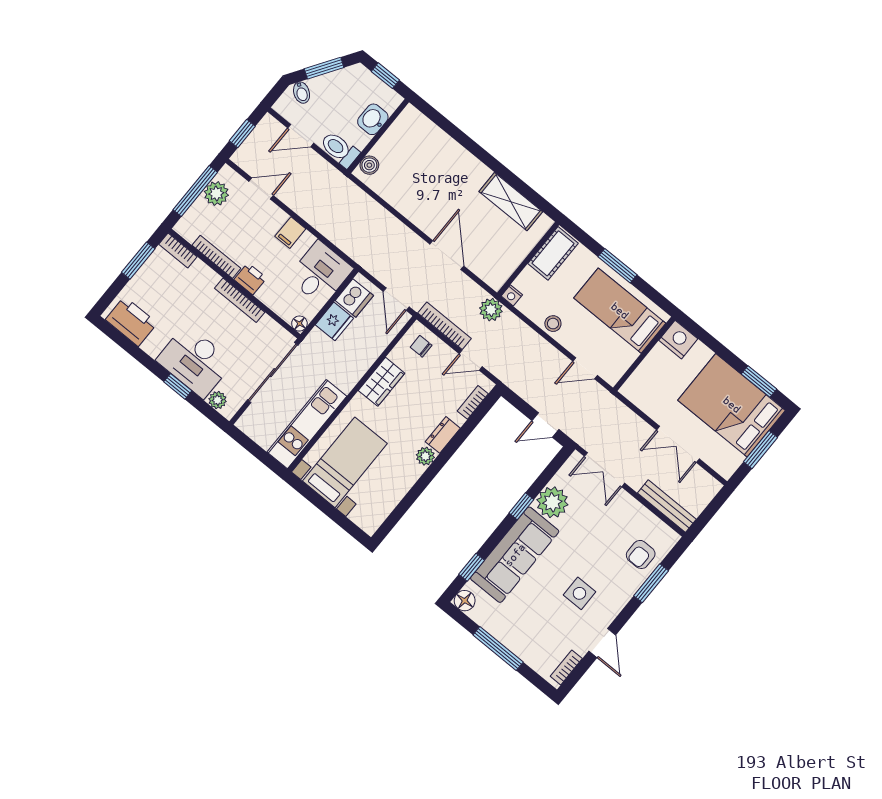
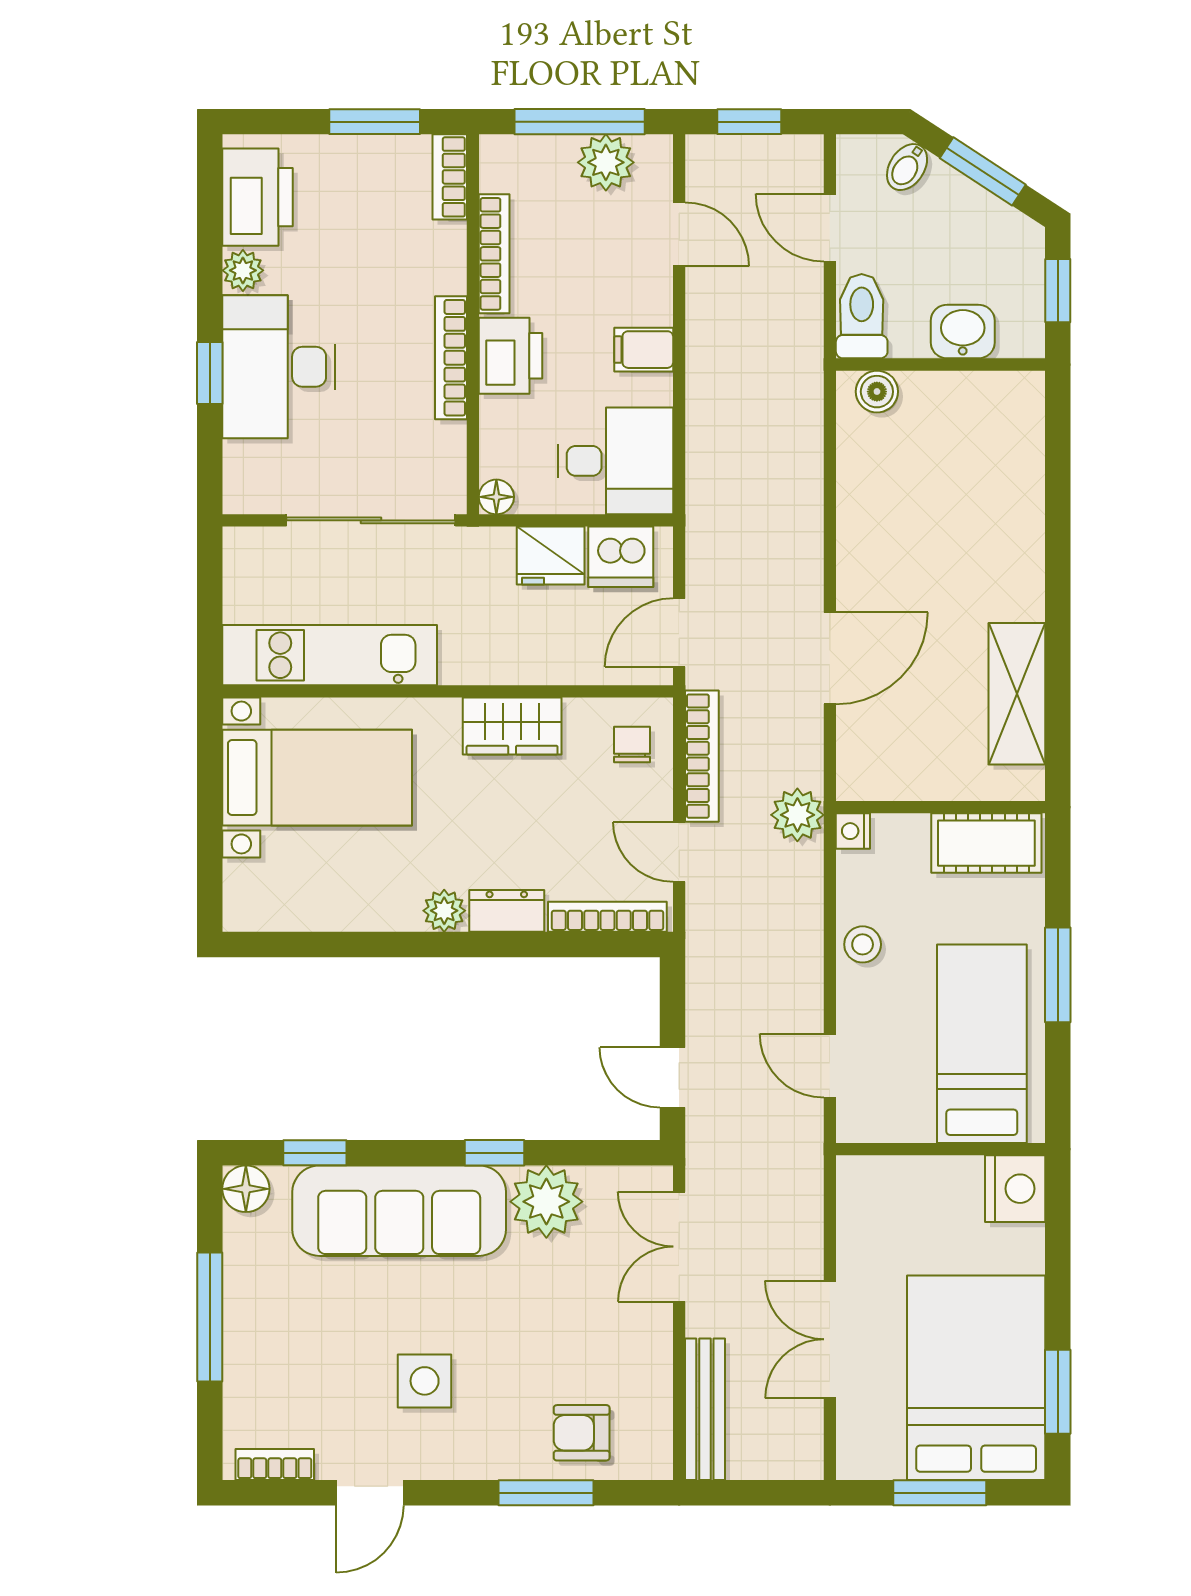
printer: (250, 279) -> (510, 356), width x1.36, depth x1.24
plant: (218, 400) -> (243, 270), moved
bookcase: (473, 402) -> (607, 917), width x1.56

